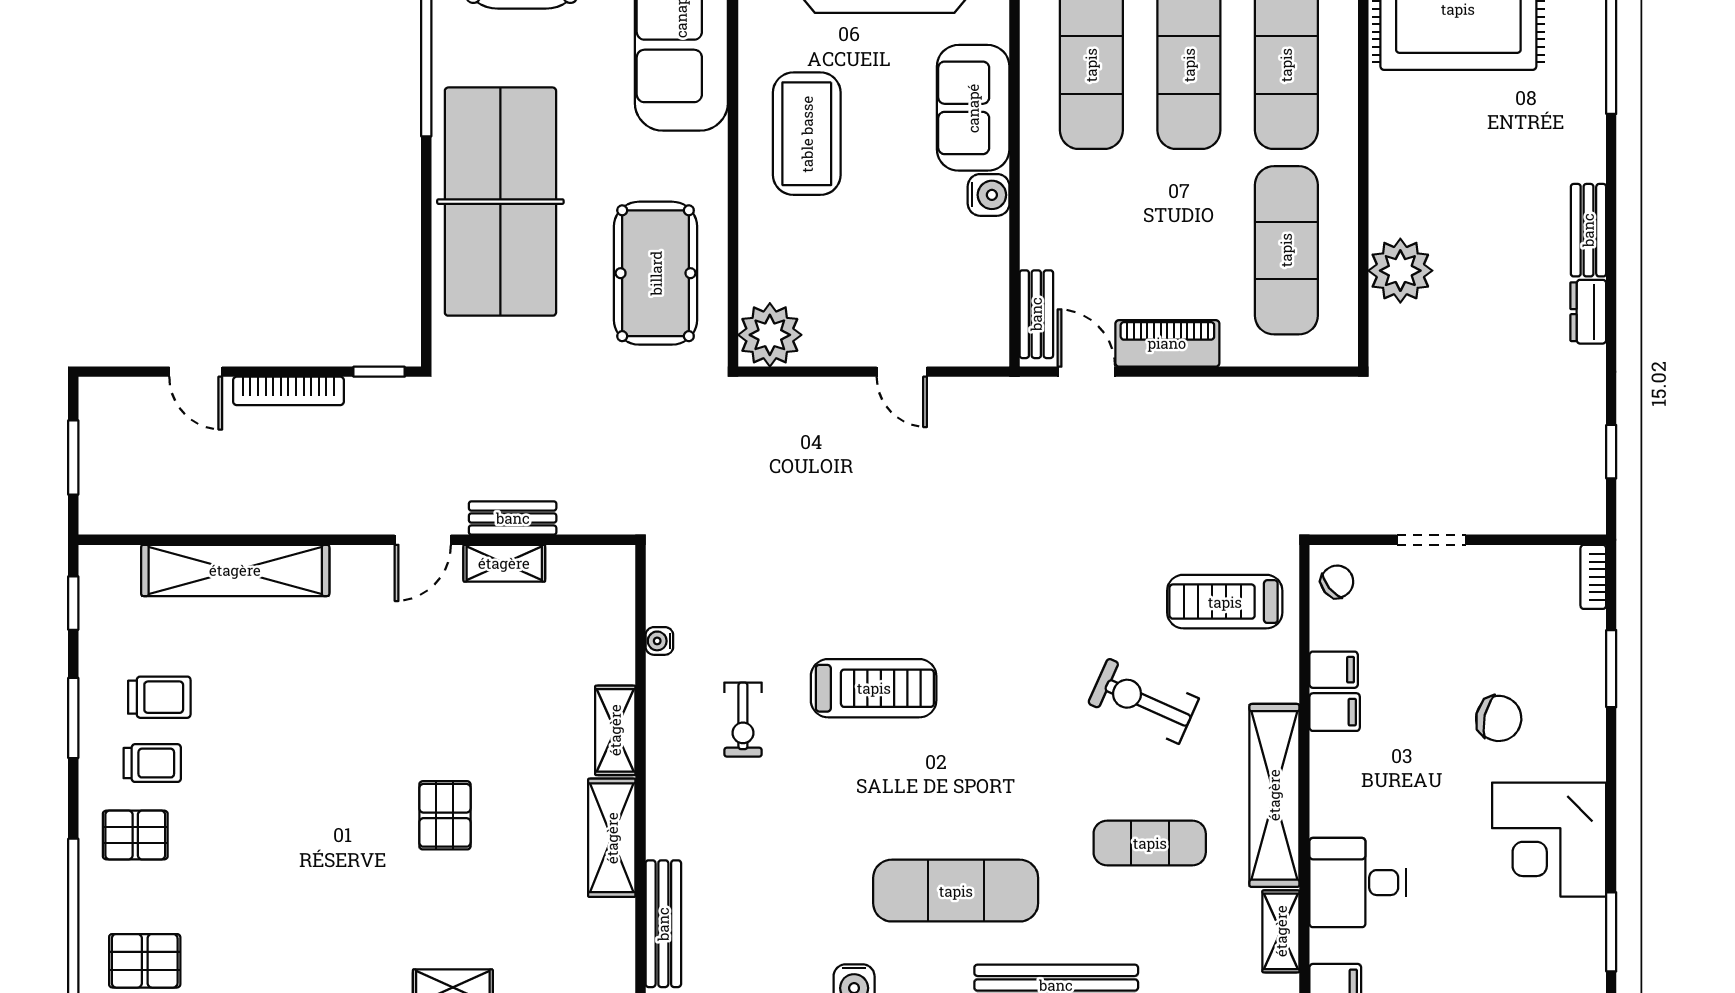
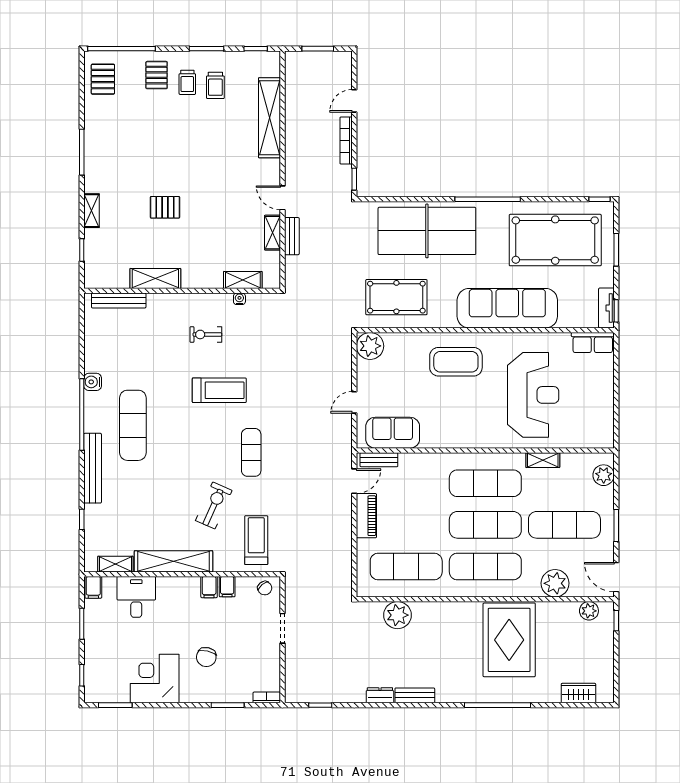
sofa: (973, 108) -> (393, 433), moved
water cooler: (989, 195) -> (430, 439), removed
treadmill: (874, 688) -> (219, 390), turned -90
shelving: (615, 730) -> (243, 280), moved
exercise mat: (1150, 843) -> (251, 452), moved

